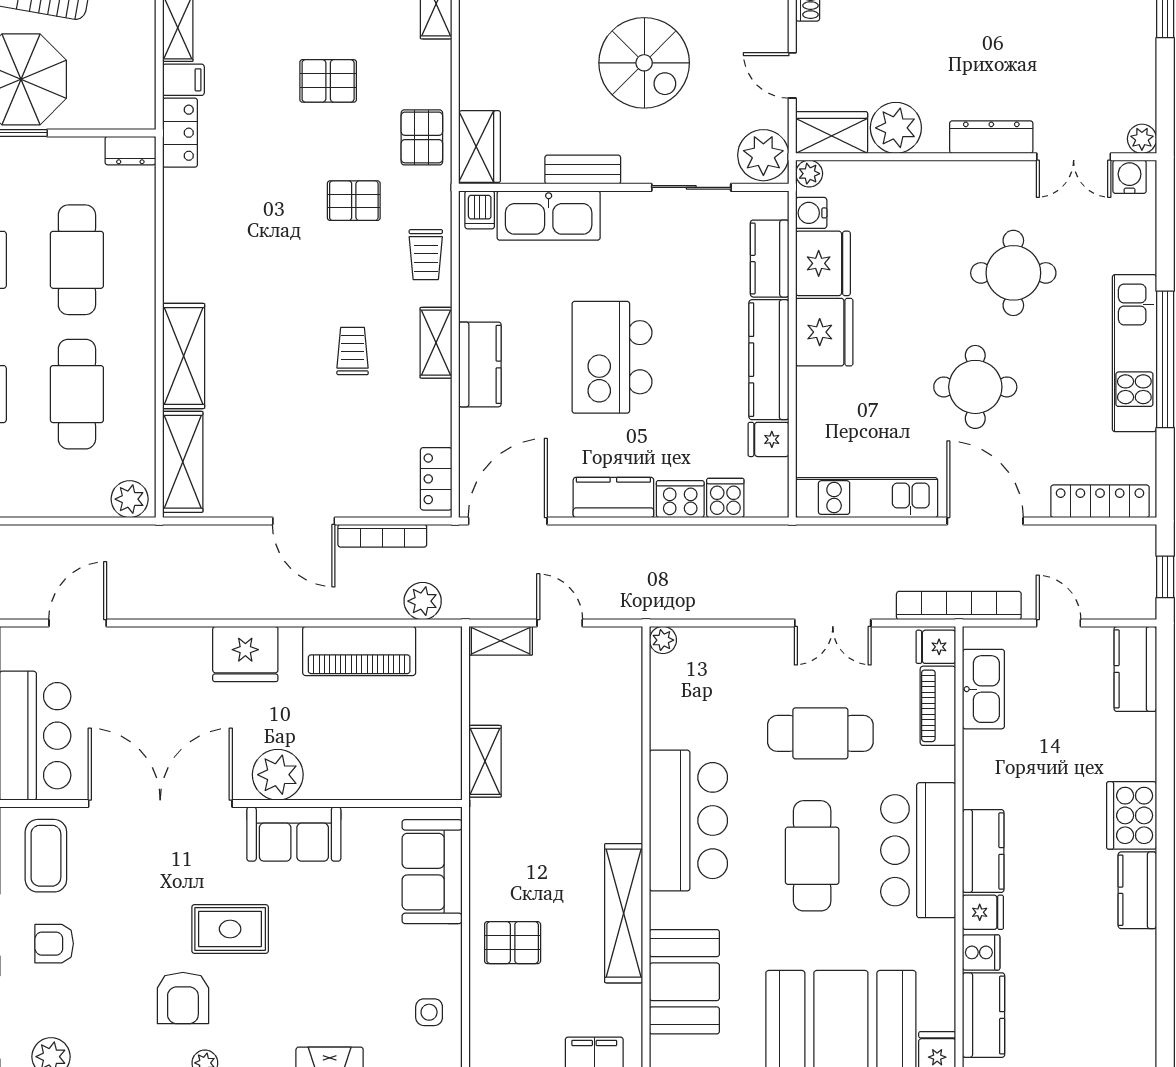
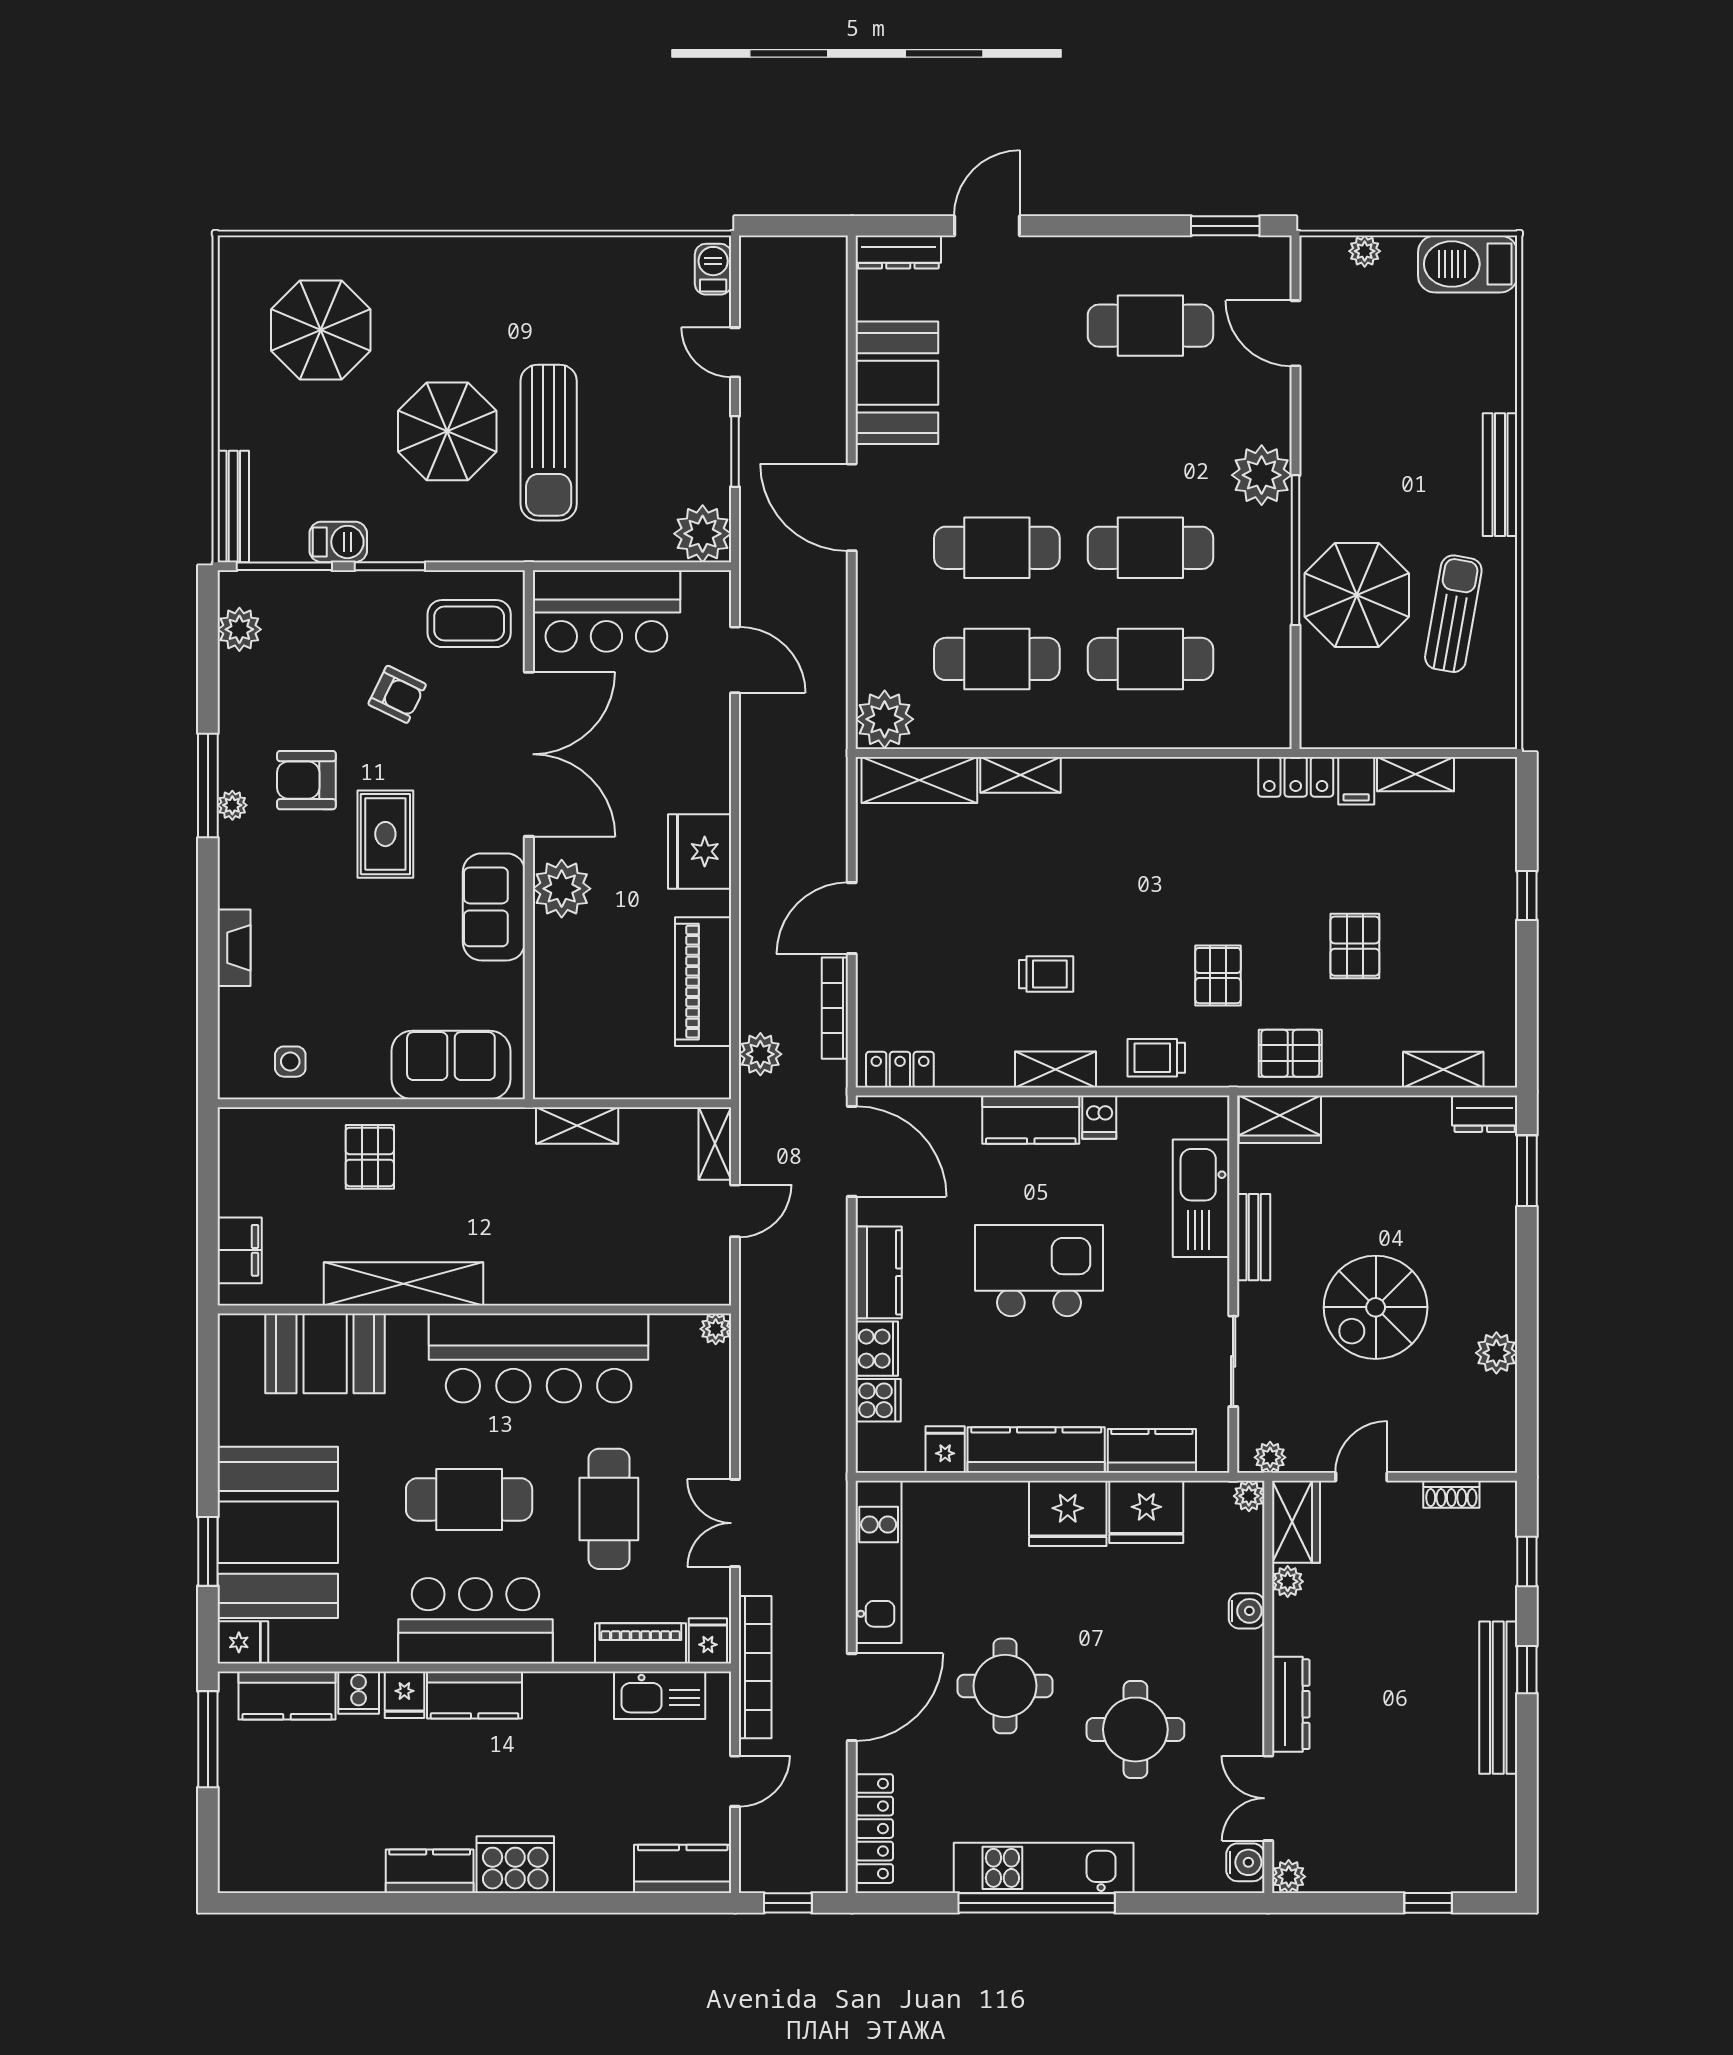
plant: (896, 128) -> (1288, 1582), width x0.53, depth x0.53
dresser: (130, 151) -> (1275, 720), removed
plant: (763, 155) -> (1270, 1457), width x0.53, depth x0.53
dishwasher: (480, 210) -> (1099, 1117), moved, turned -90
water cooler: (811, 213) -> (1247, 1611), moved, turned 90
shelving: (184, 356) -> (1020, 775), width x0.67, depth x0.75
plant: (130, 499) -> (885, 719), width x1.36, depth x1.36
bar counter: (688, 821) -> (539, 1358), width x1.36
armchair: (54, 944) -> (397, 694), moved, turned 116

